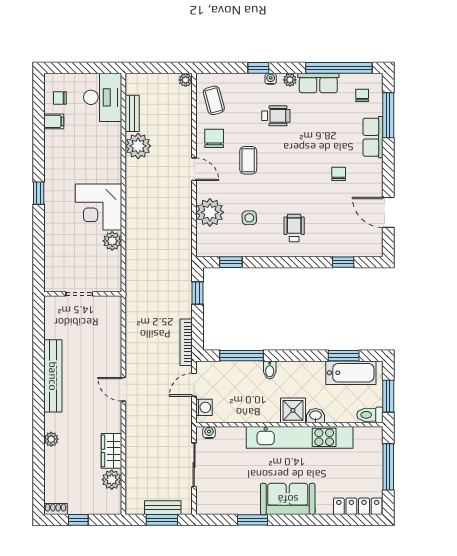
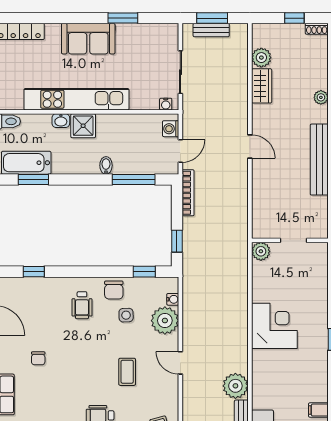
chair: (214, 138) -> (114, 290), moved
water cooler: (202, 234) -> (173, 299), added
plant: (112, 241) -> (261, 251), moved

